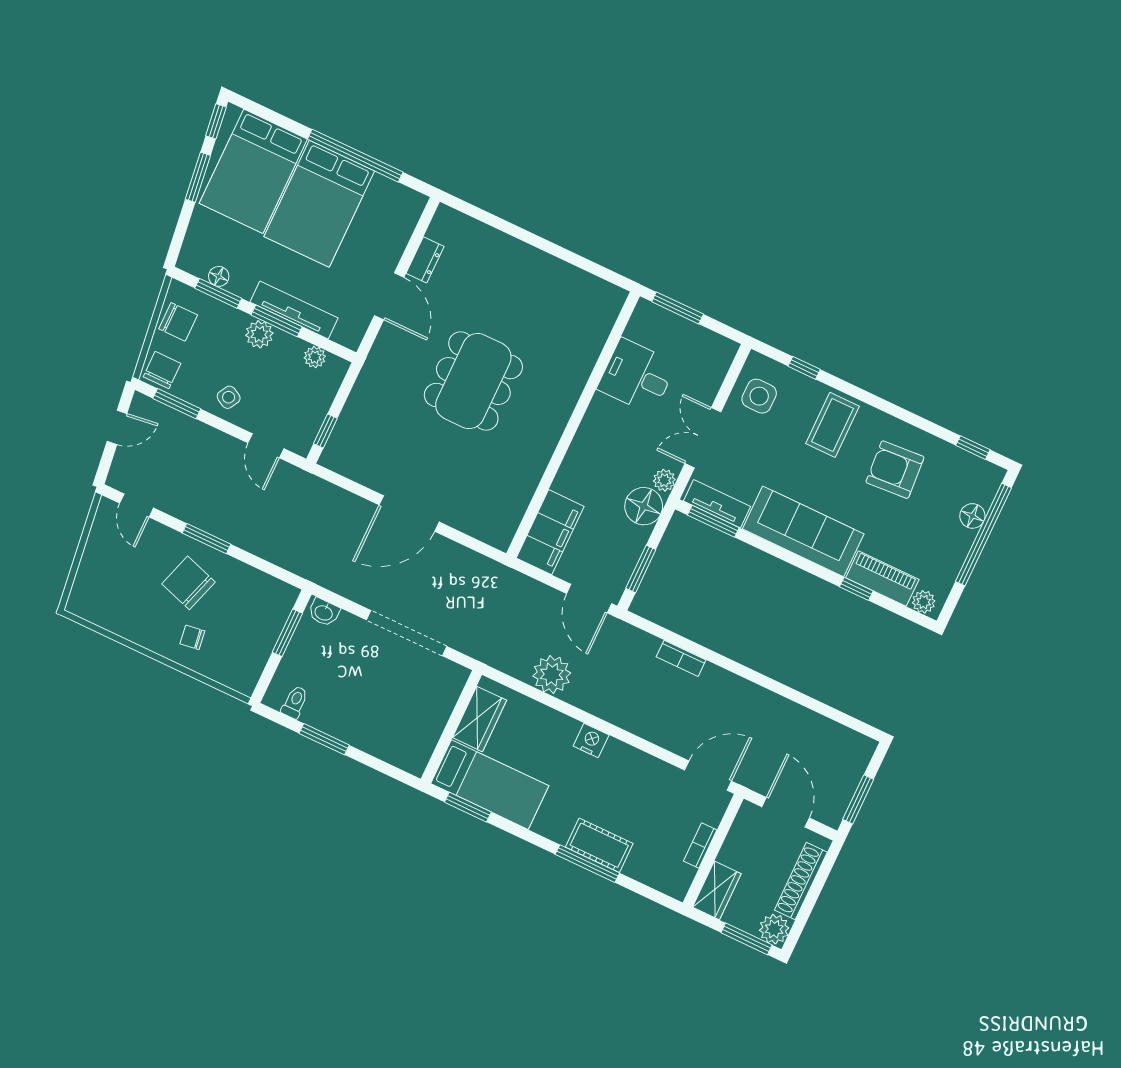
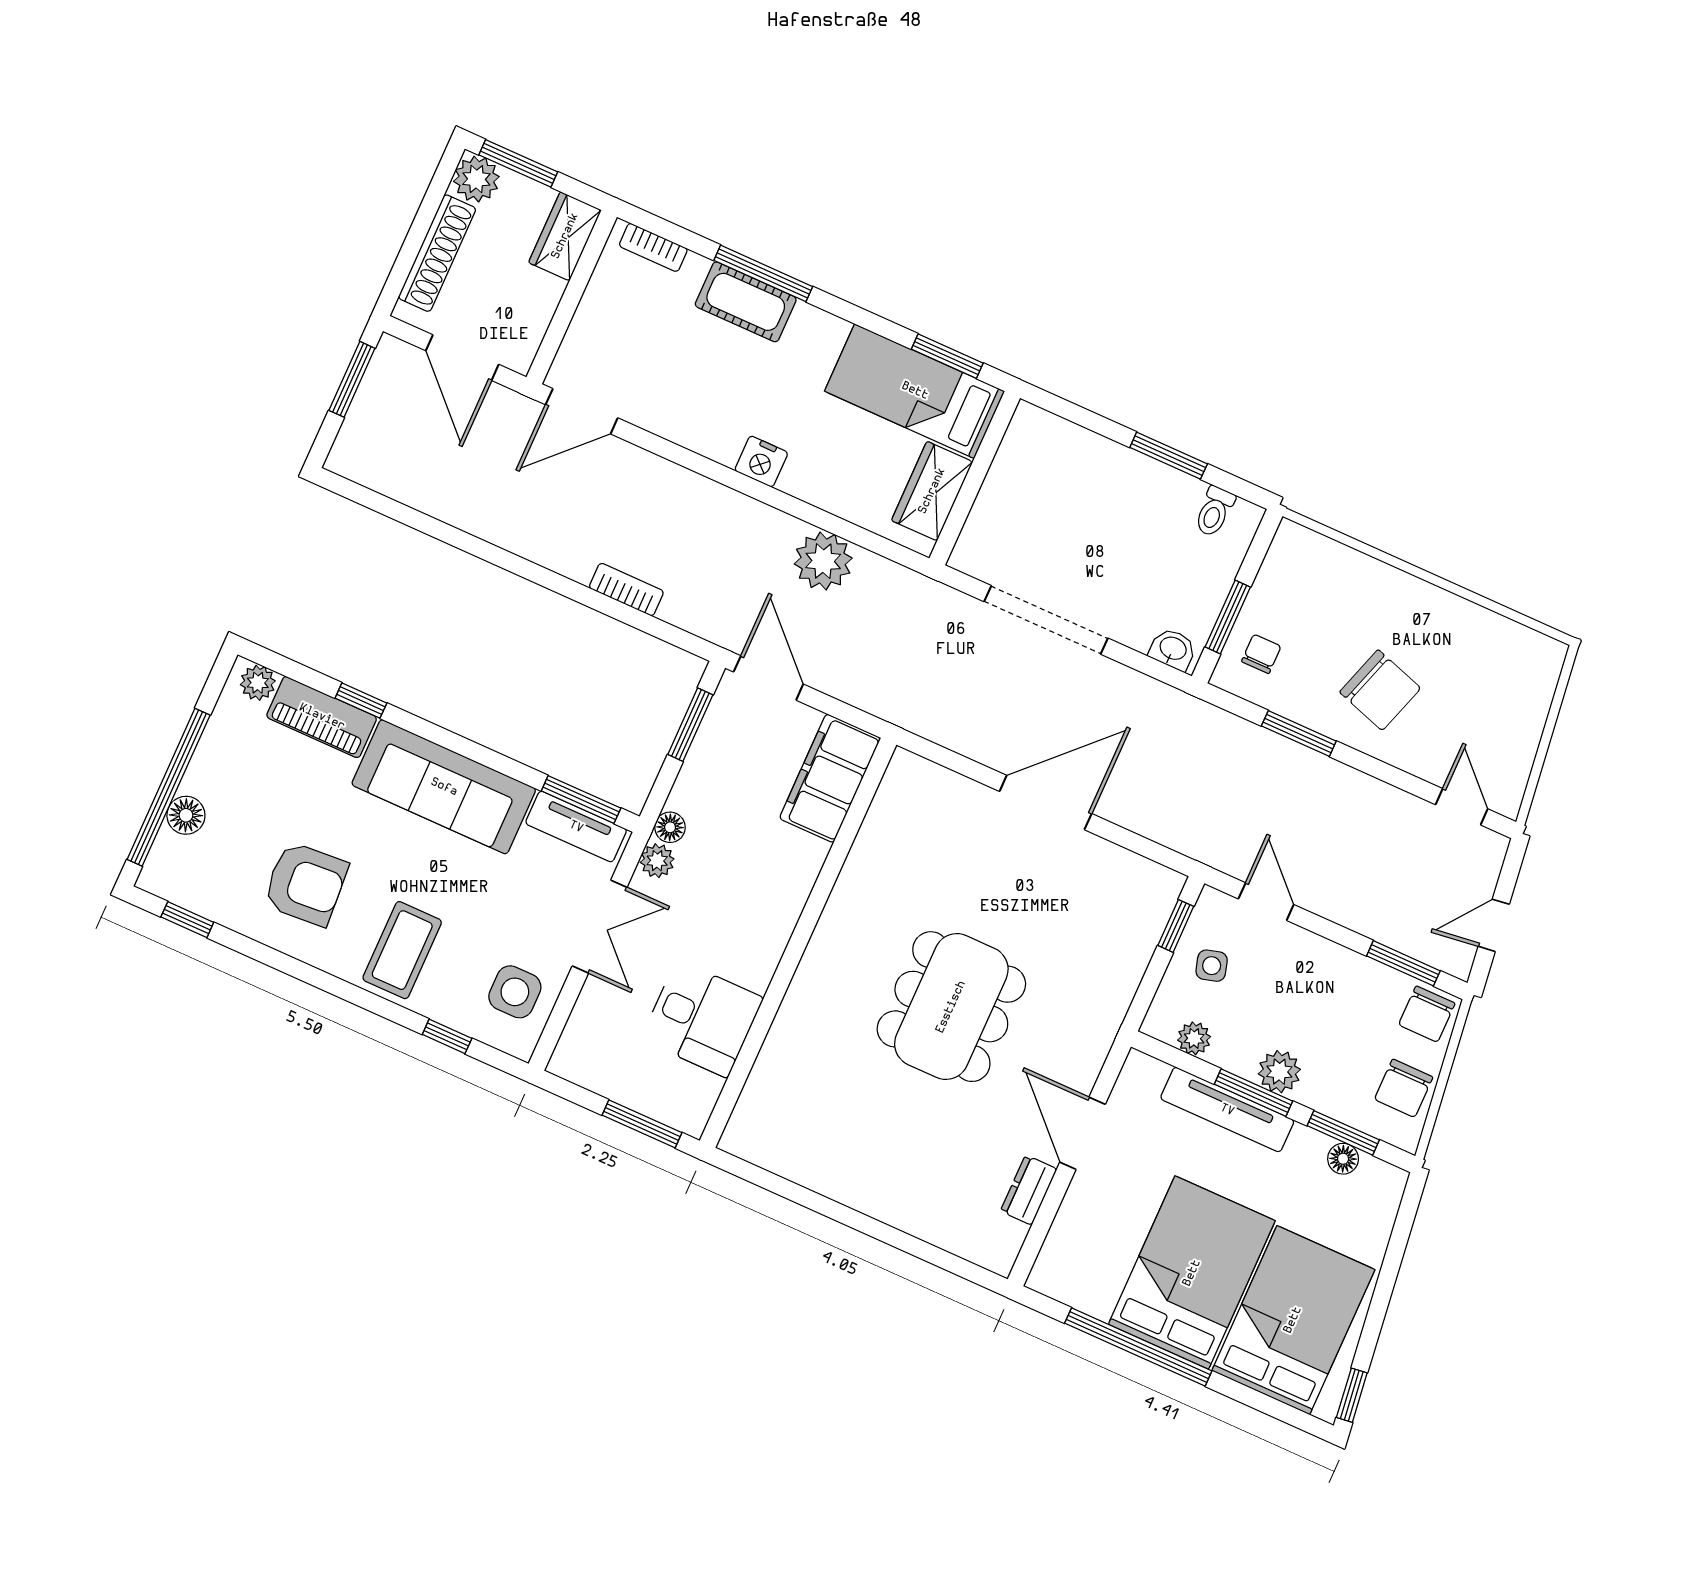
window: (198, 177) -> (1378, 1309), removed
chair: (178, 322) -> (1404, 1088), turned -90
side table: (229, 397) -> (1212, 966), moved, turned 45
floor lamp: (644, 506) -> (670, 827), width x0.53, depth x0.53
window: (207, 539) -> (1299, 734), moved
chair: (192, 637) -> (1261, 654), moved, turned -82
bookcase: (700, 845) -> (653, 247), moved, turned 90

